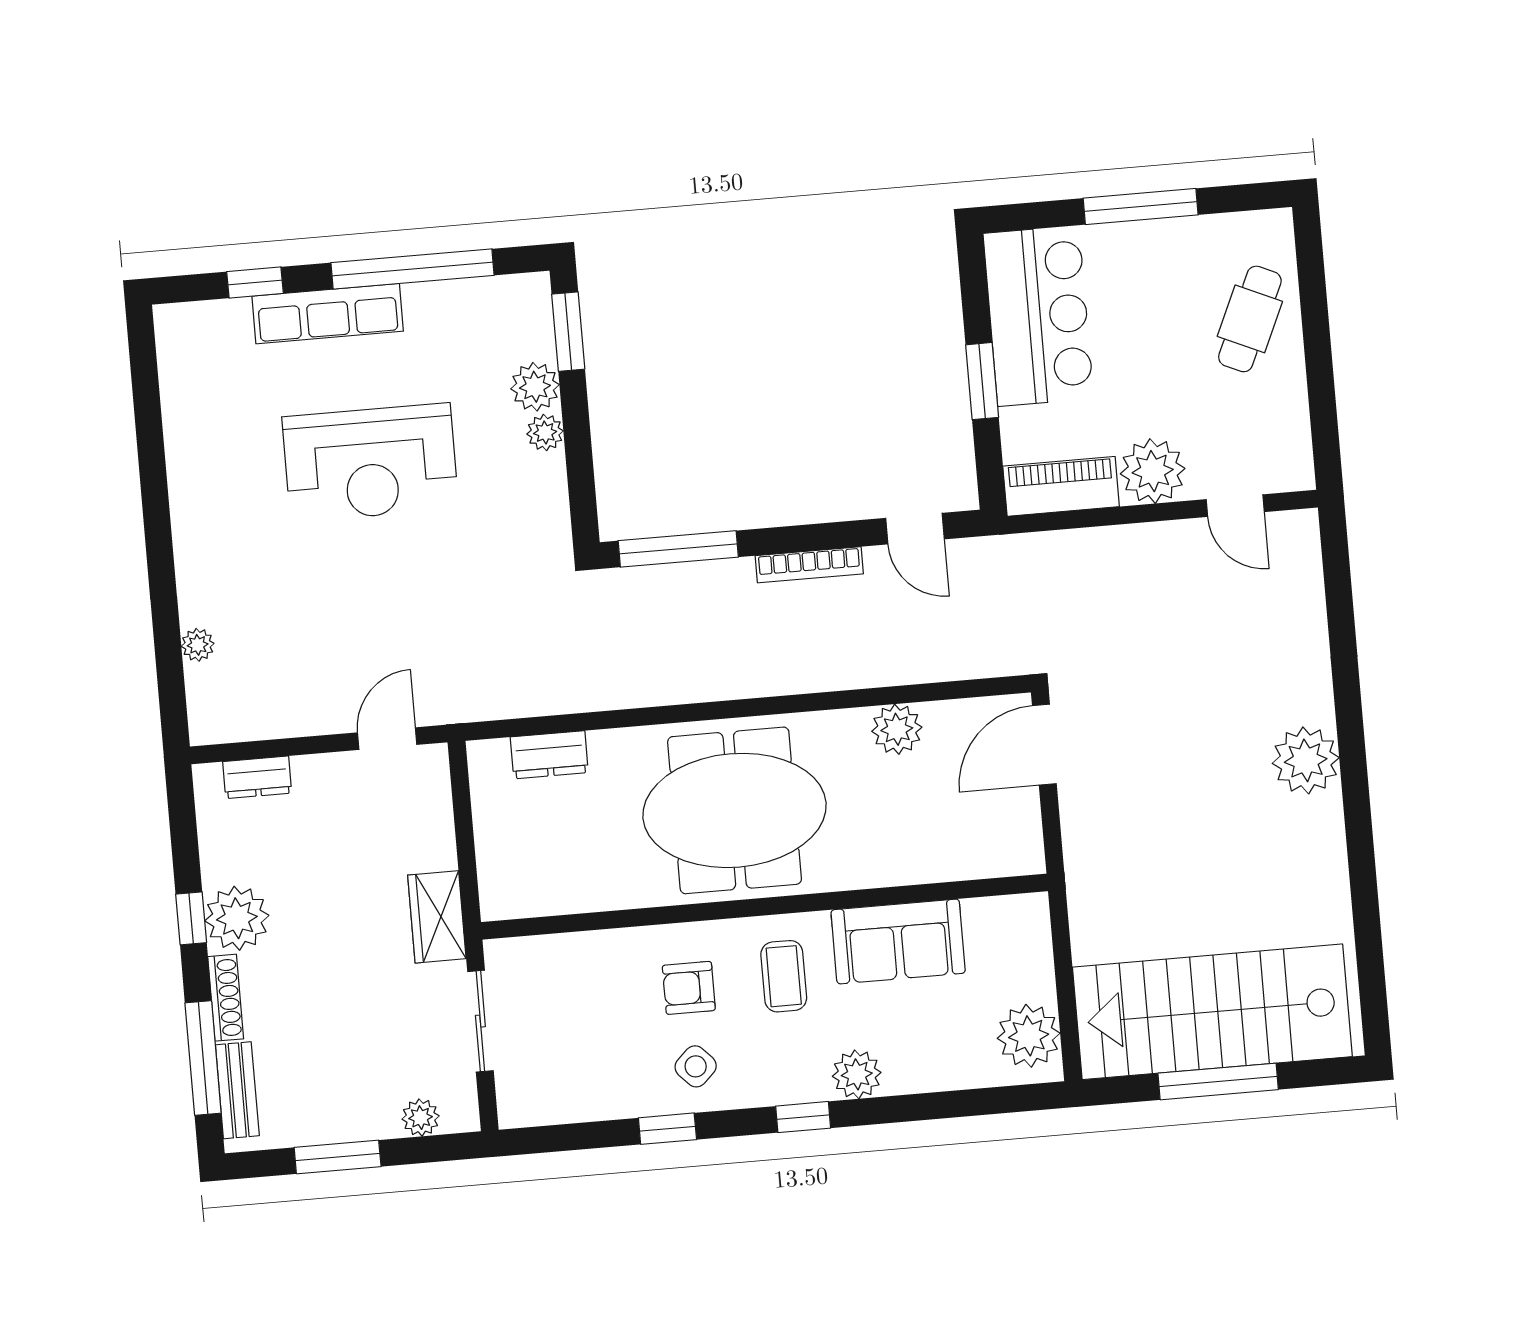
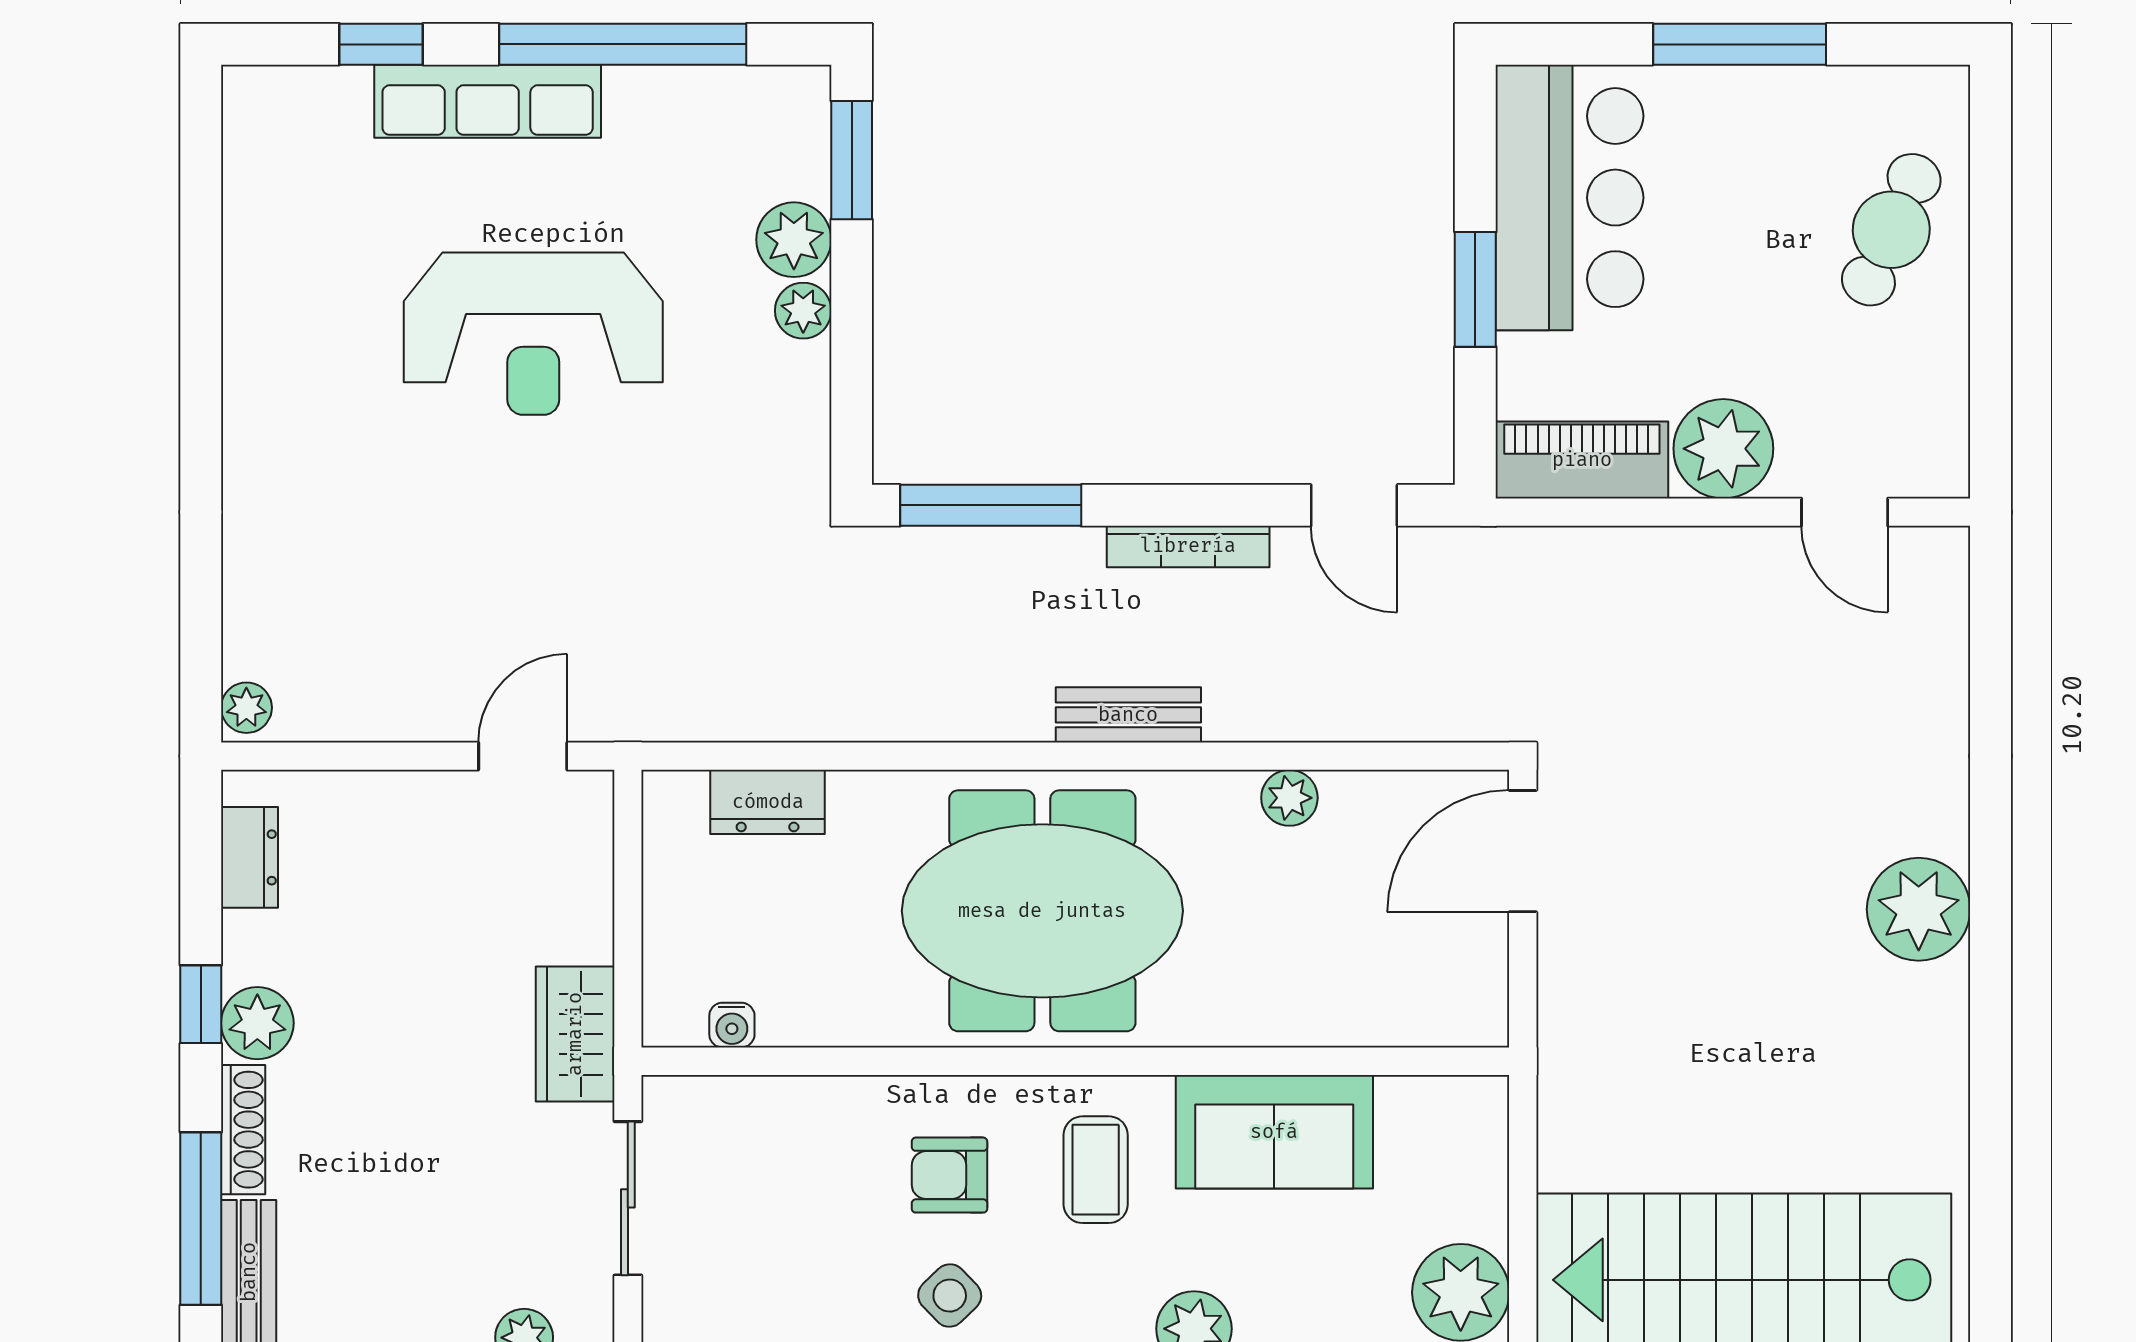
plant: (198, 645) -> (246, 708), moved
bench: (780, 678) -> (1128, 715), added
plant: (897, 729) -> (1289, 798), width x0.73, depth x0.73
dresser: (257, 777) -> (250, 857), moved, turned -90
water cooler: (539, 902) -> (732, 1025), added
plant: (237, 918) -> (257, 1023), width x0.73, depth x0.73

